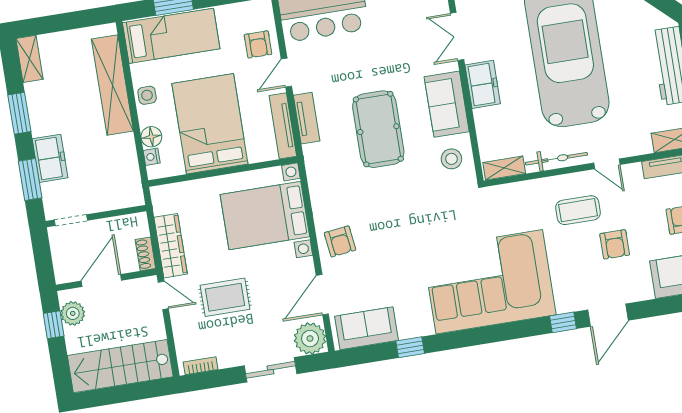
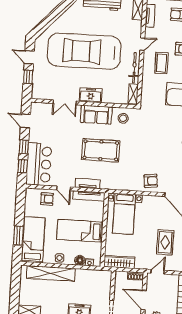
bed: (210, 124) -> (80, 231), width x0.67
bed with nightstands: (265, 216) -> (124, 214), width x0.73
wardrobe: (171, 246) -> (119, 262), moved

